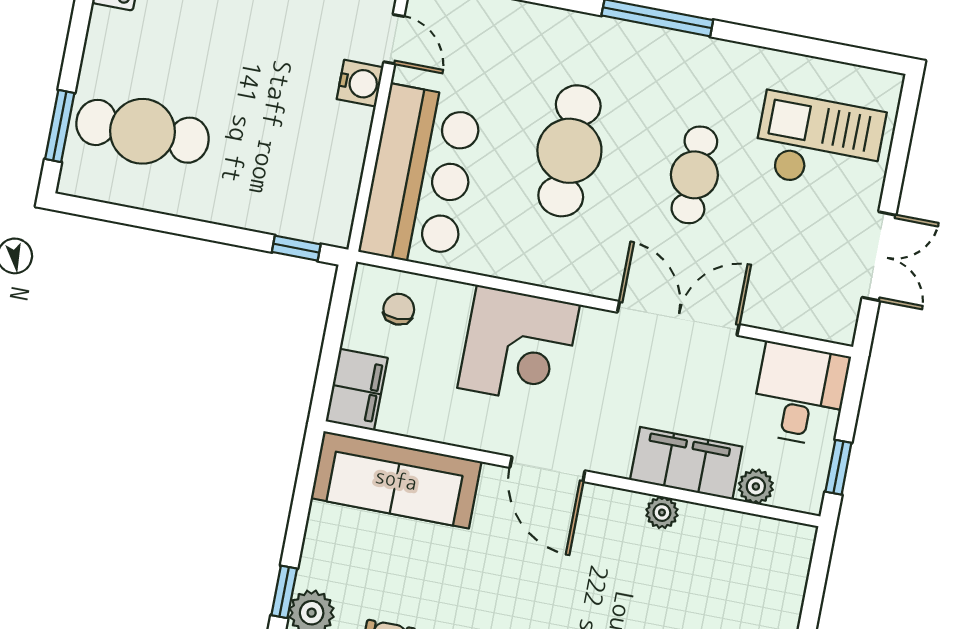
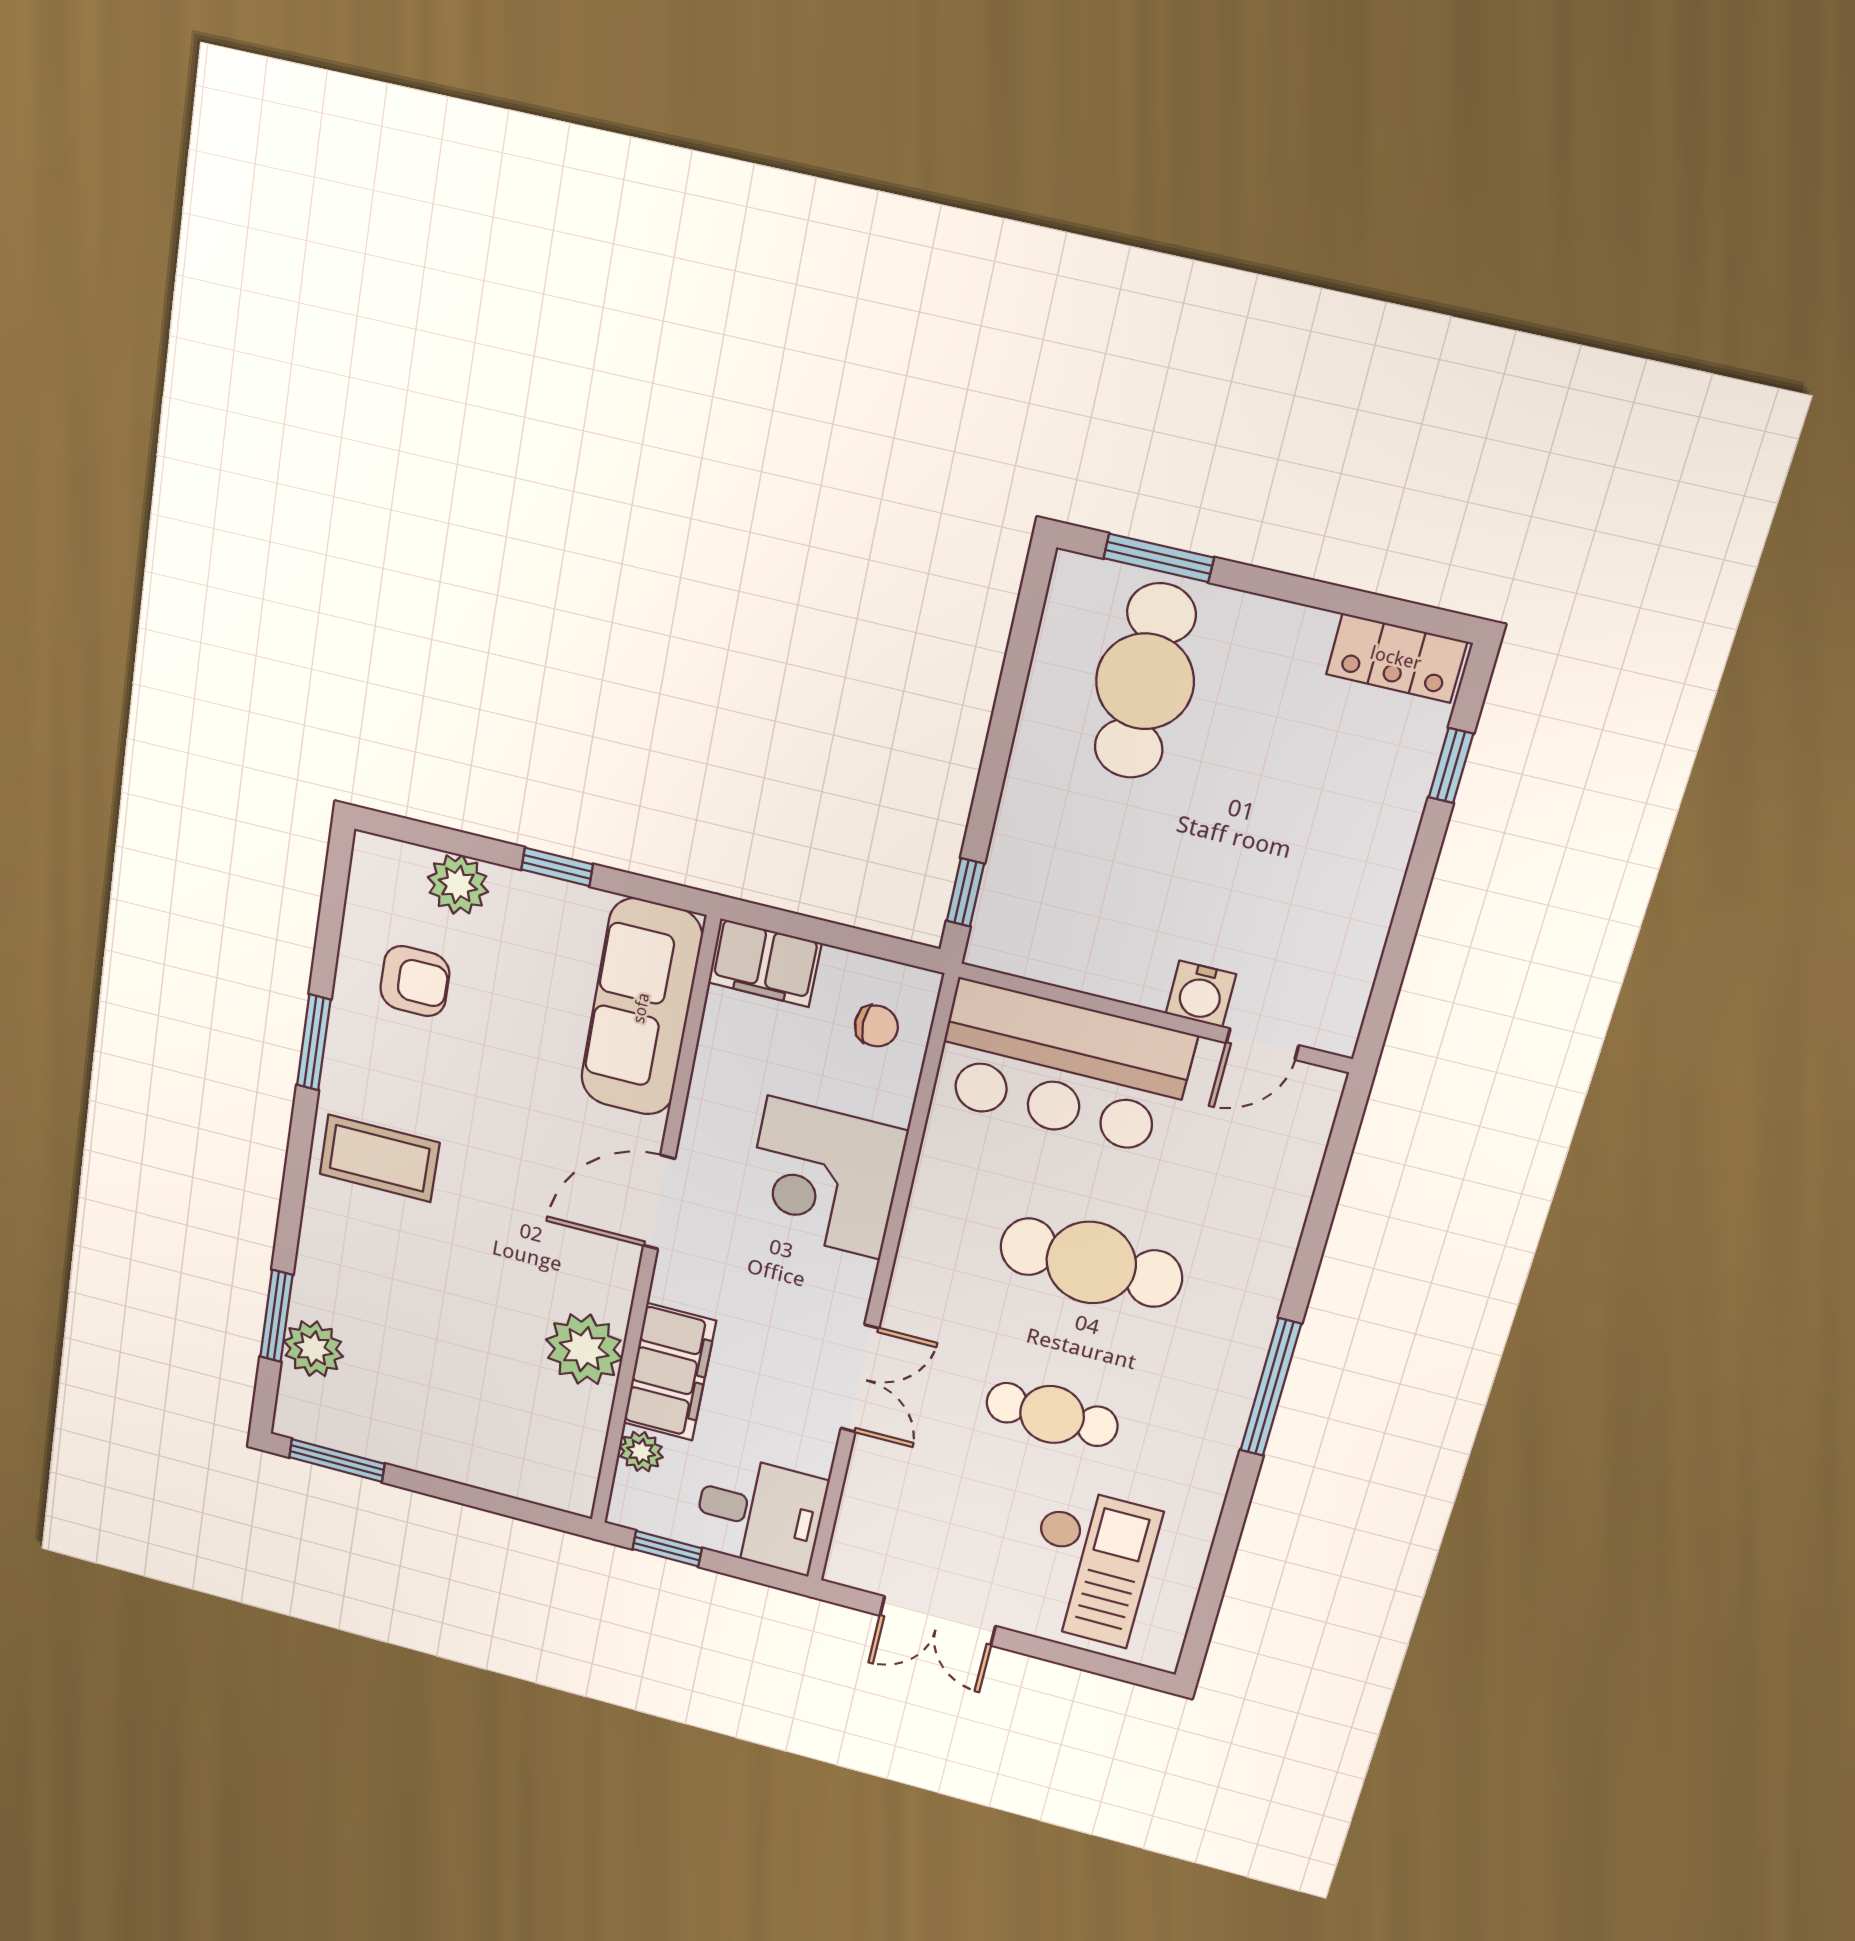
double door: (678, 318) -> (860, 1379), width x0.73
plant: (662, 512) -> (584, 1349), width x1.87, depth x1.87
window: (284, 592) -> (557, 867), moved

